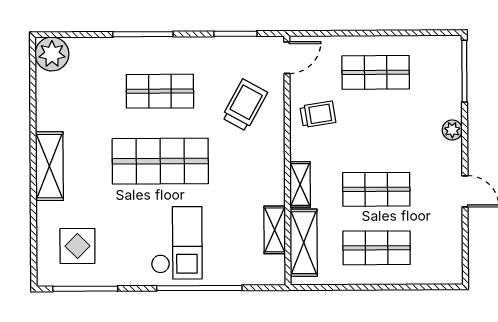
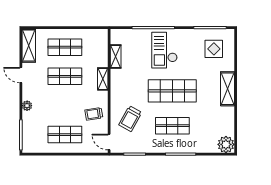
door: (287, 58) -> (109, 142), hinge flipped
shelving: (304, 243) -> (29, 46), moved

